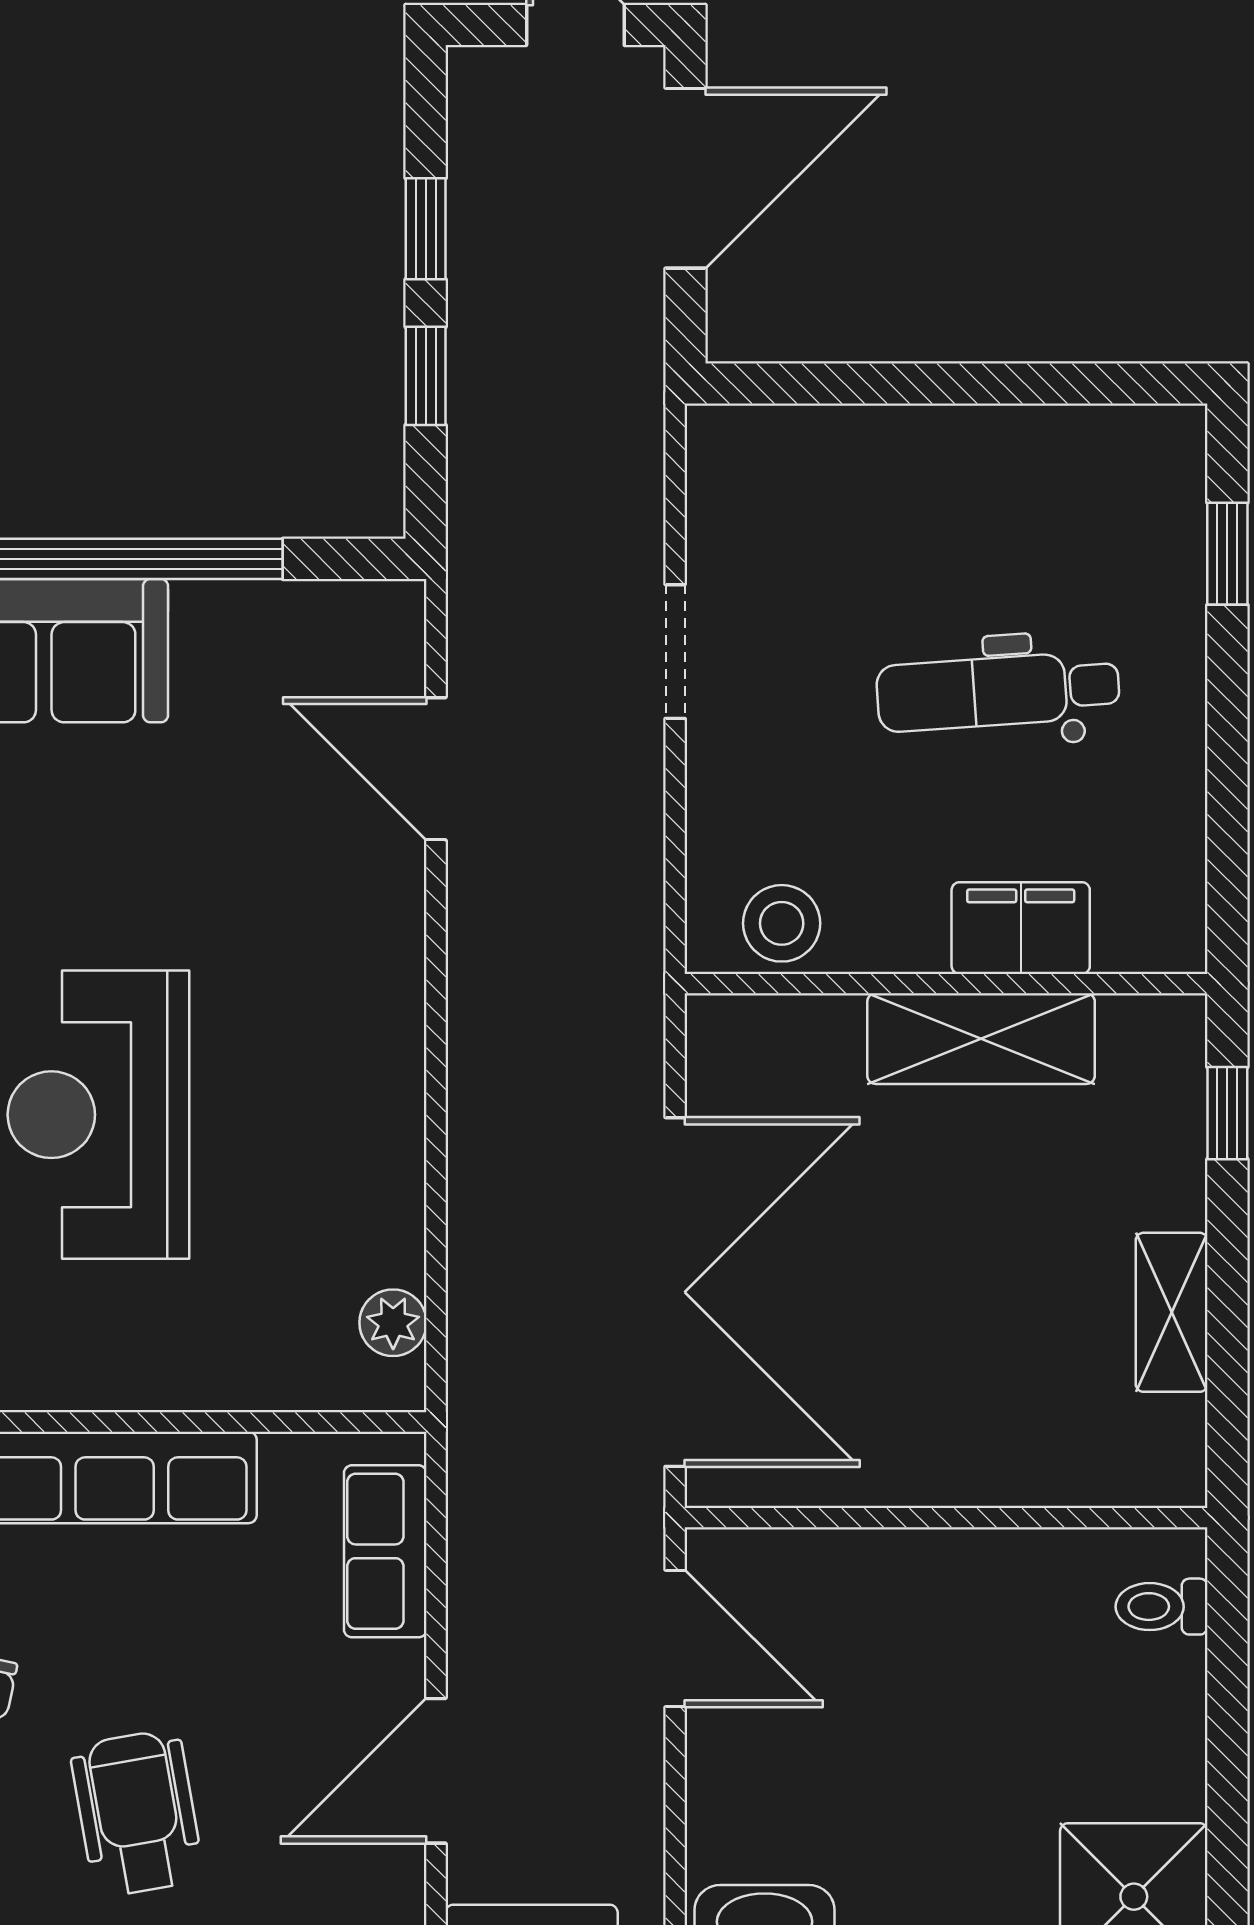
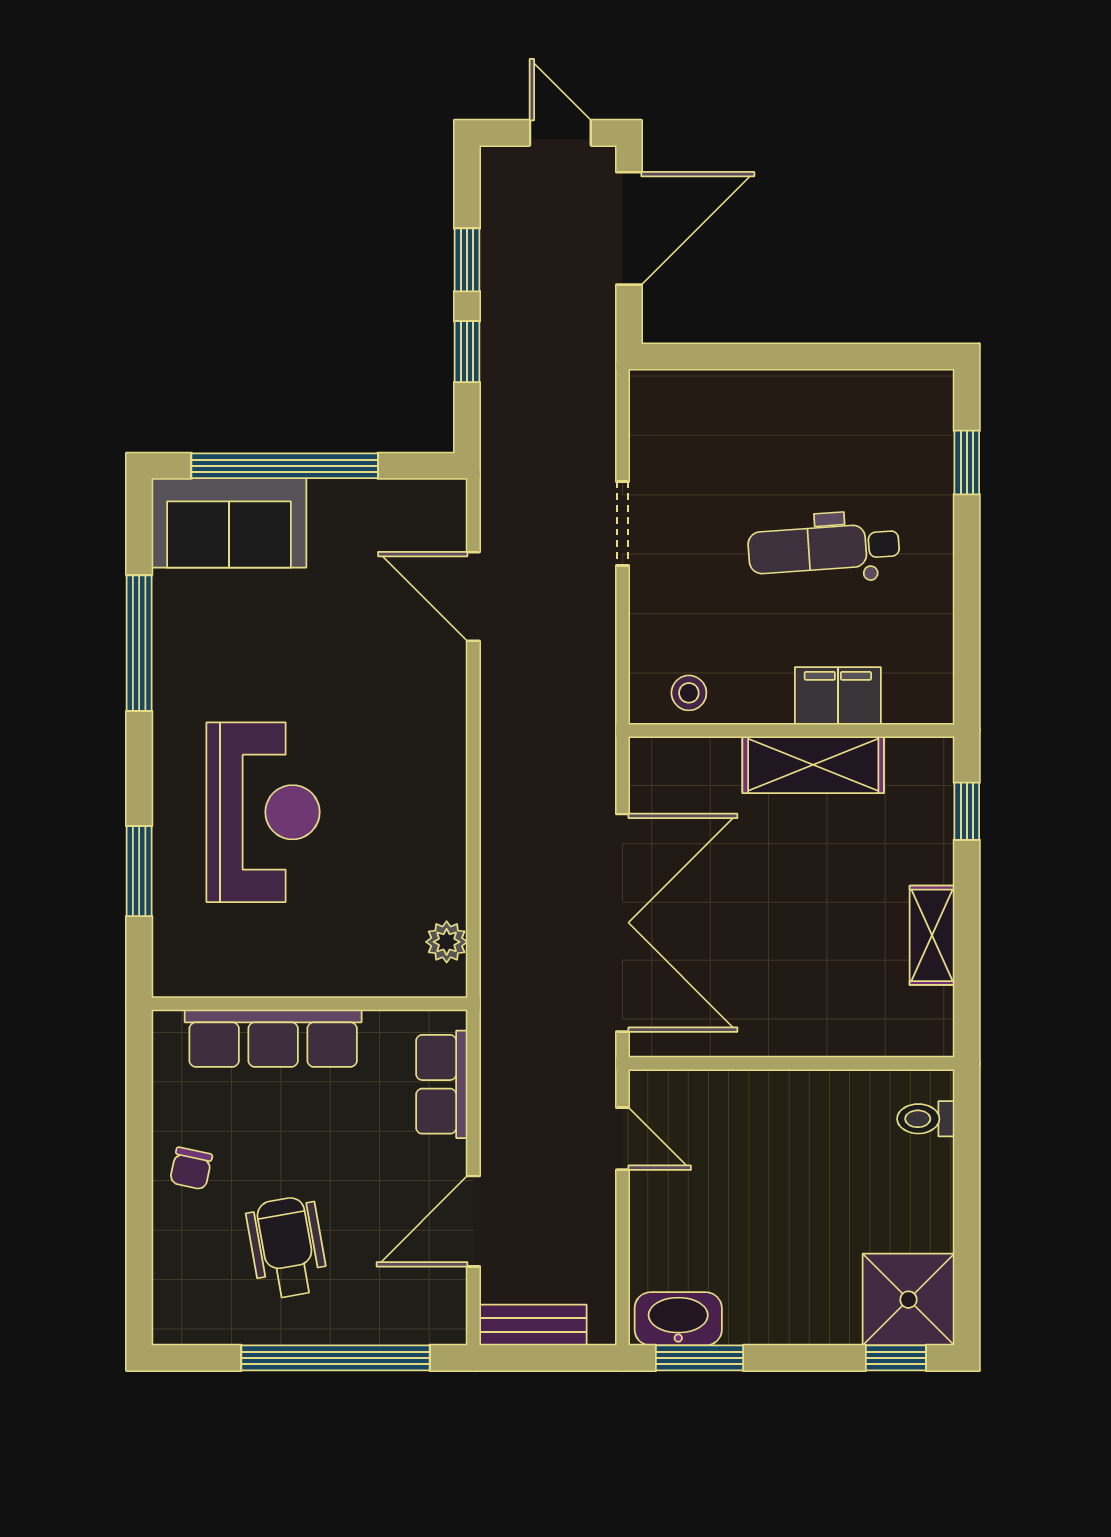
stool: (782, 923) -> (689, 693), width x0.73, depth x0.73
reception desk: (98, 1115) -> (263, 812), turned 180
door: (675, 1638) -> (622, 1139), width x0.73

